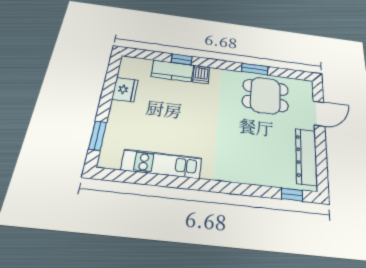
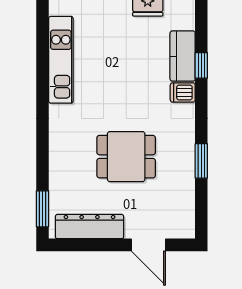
dining table: (265, 95) -> (126, 157), moved, turned 90
window: (292, 195) -> (42, 209), width x1.50

